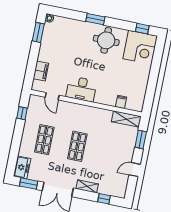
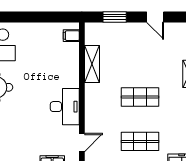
filing cabinet: (121, 102) -> (71, 36), moved
shelving: (126, 119) -> (92, 64), moved

